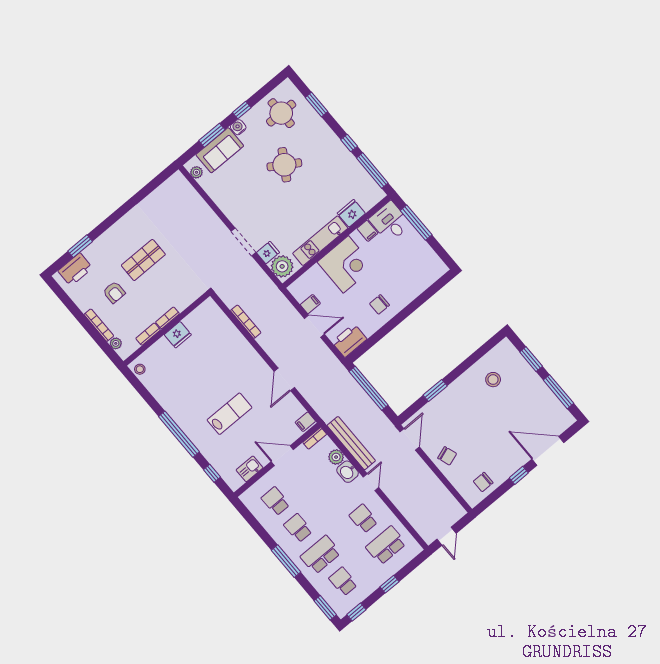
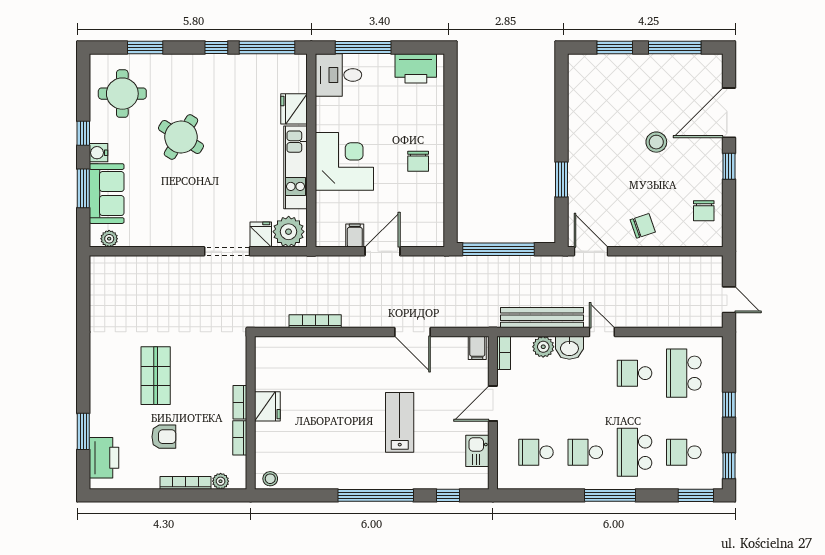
filing cabinet: (367, 231) -> (328, 107), removed
printer: (349, 340) -> (416, 68), moved, turned -90
stool: (493, 380) -> (656, 142), moved

